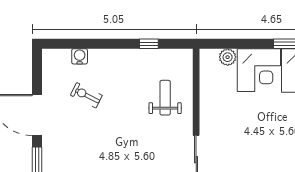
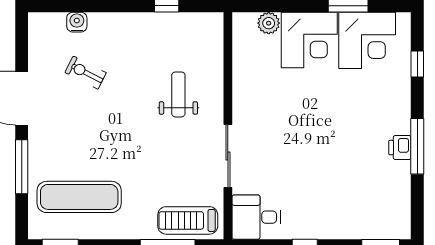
weight bench: (165, 98) -> (178, 94), moved

